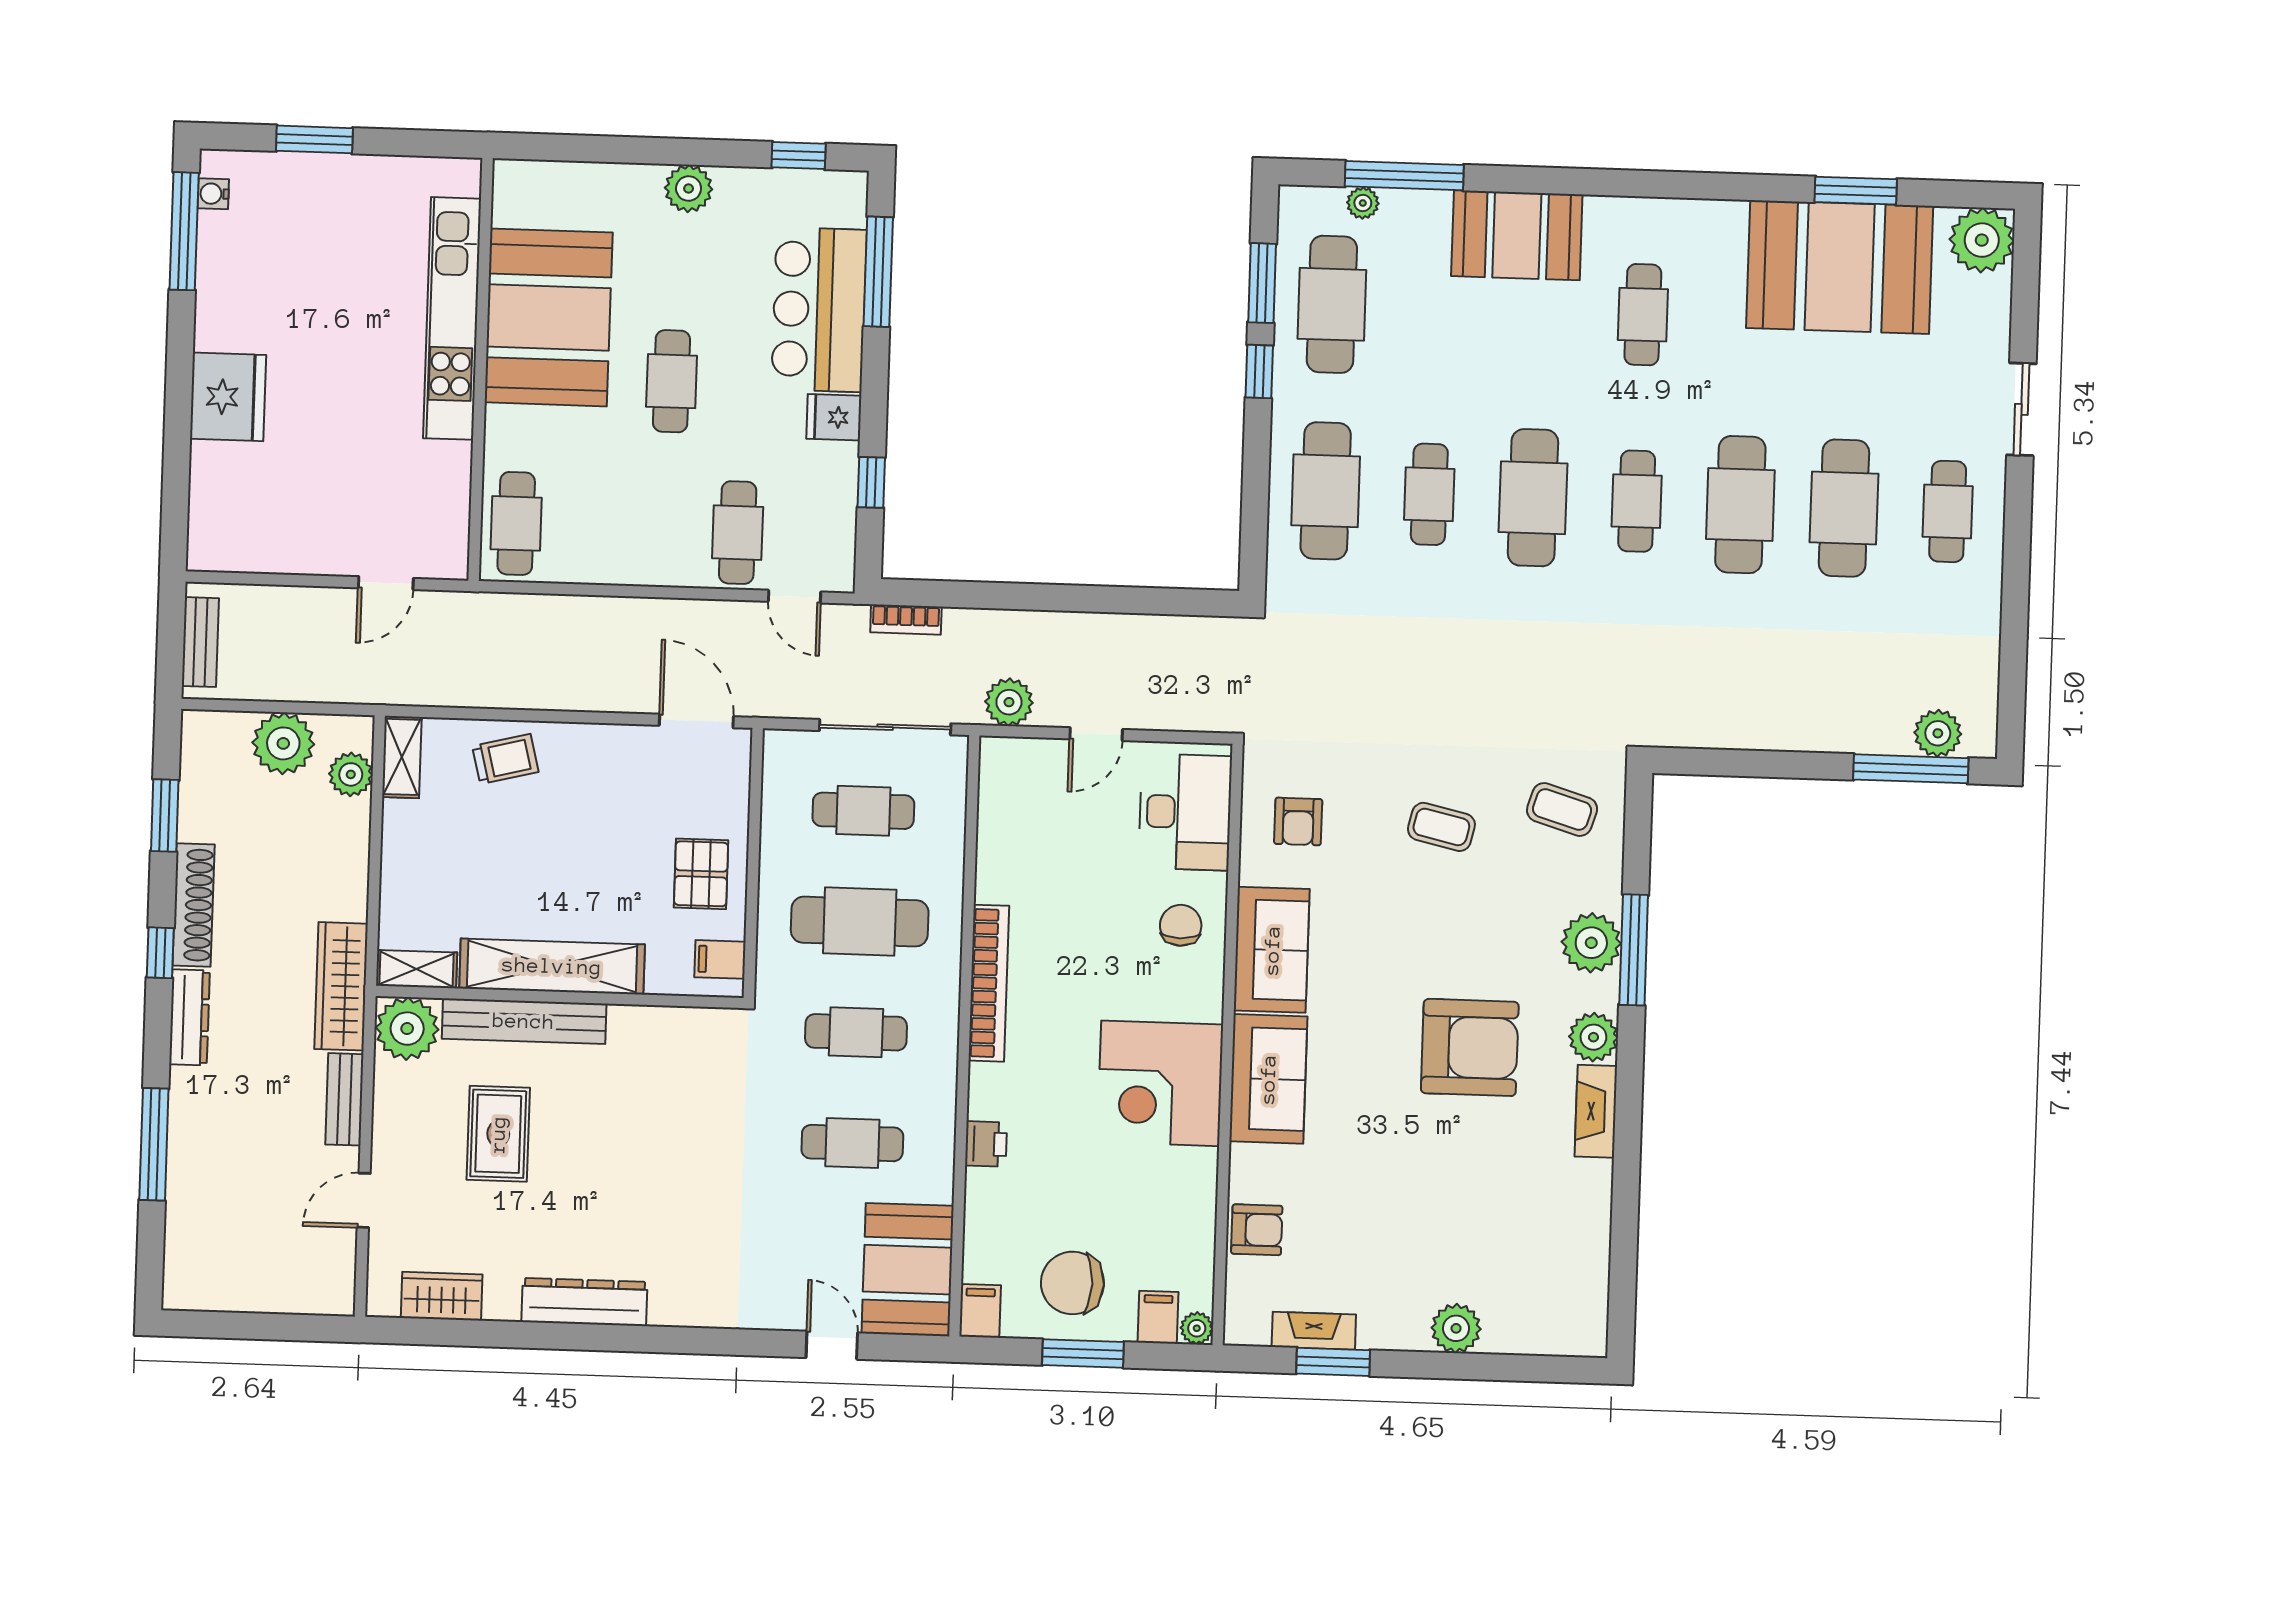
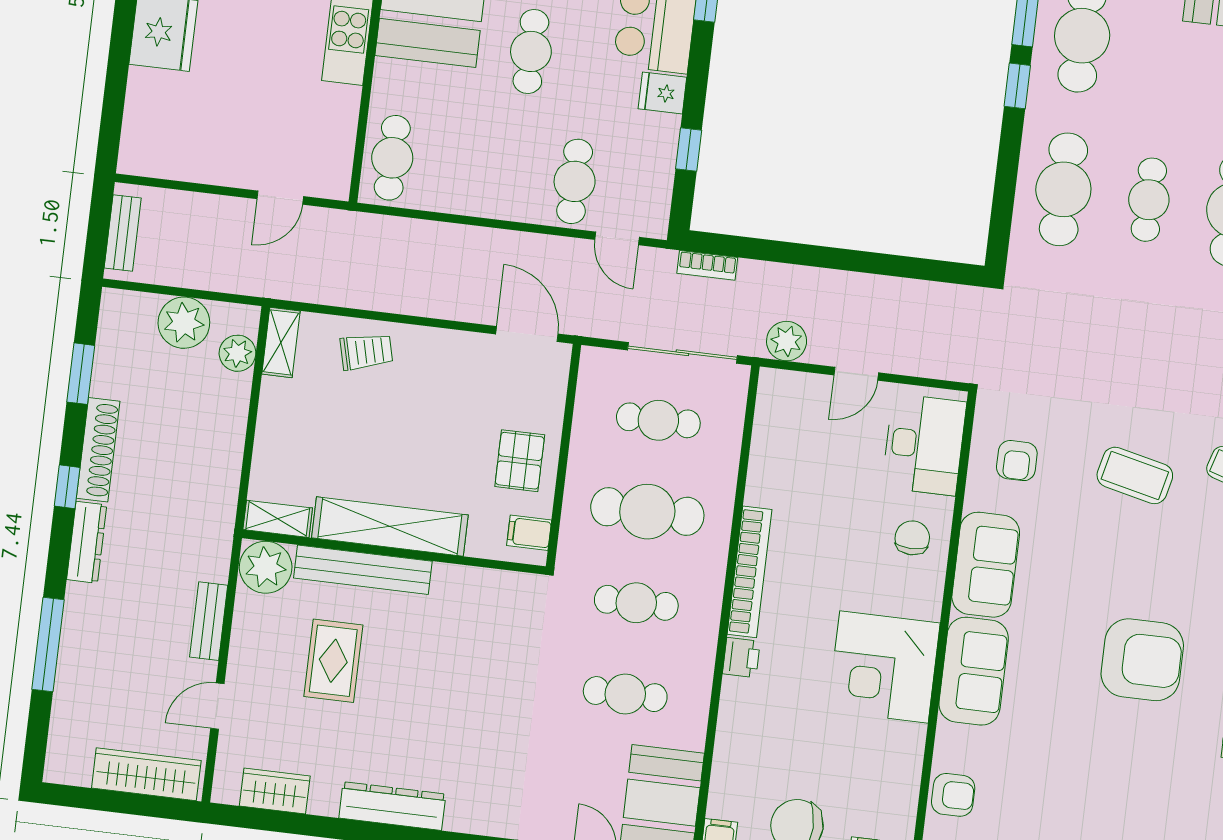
coffee table: (1441, 827) -> (1135, 475), width x1.36, depth x1.30
wardrobe: (341, 986) -> (146, 774), moved, turned 90
printer: (986, 1144) -> (741, 657), moved

